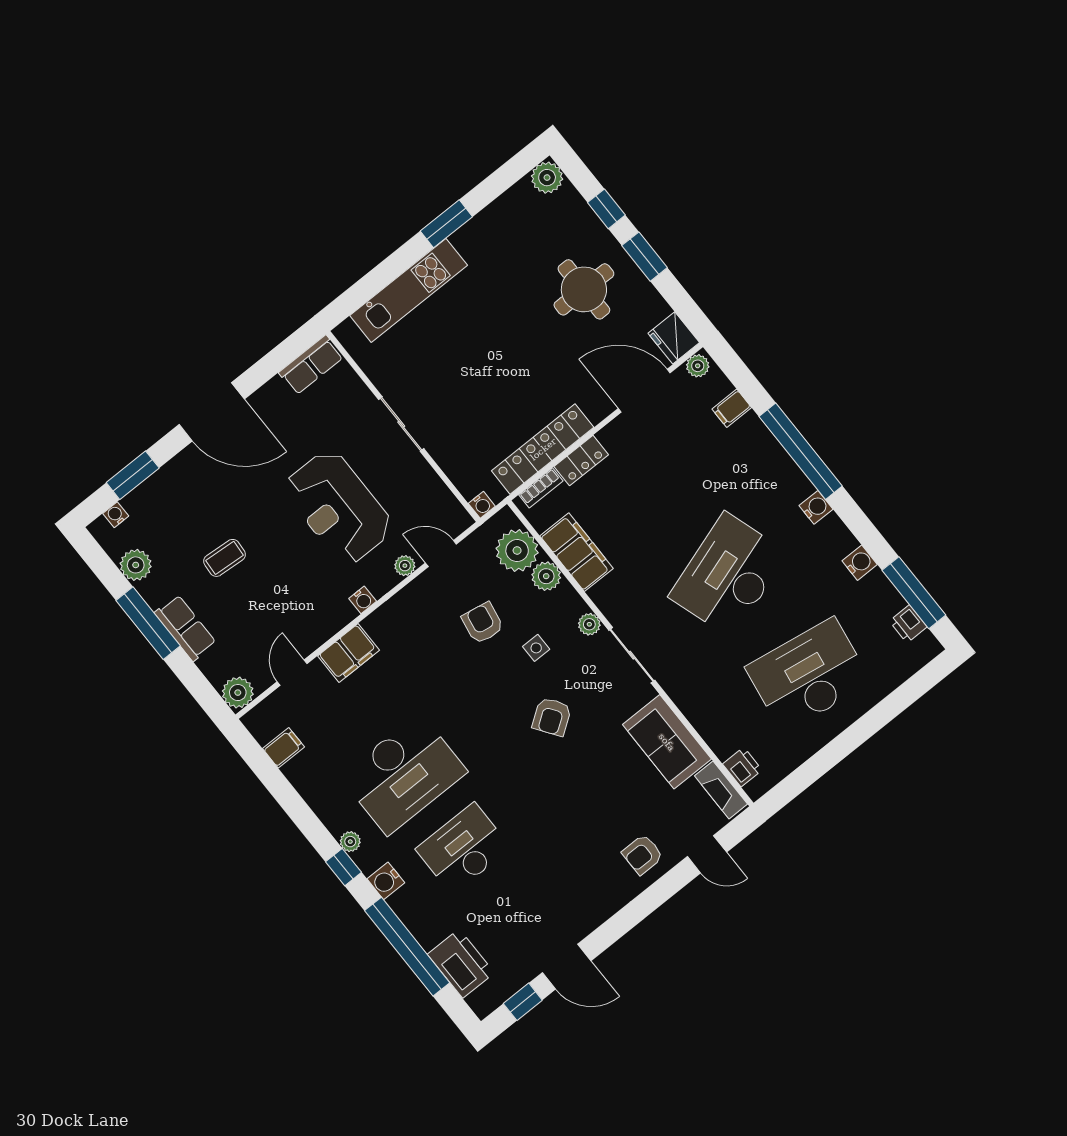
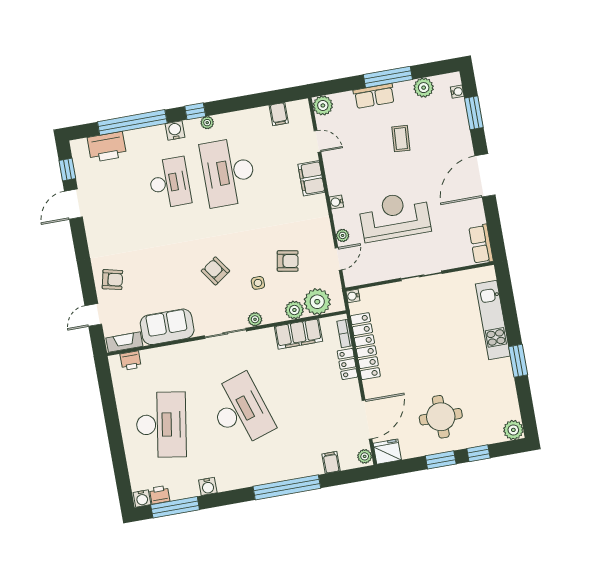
water cooler: (816, 507) -> (142, 498), moved
armchair: (643, 854) -> (112, 280), turned 103

